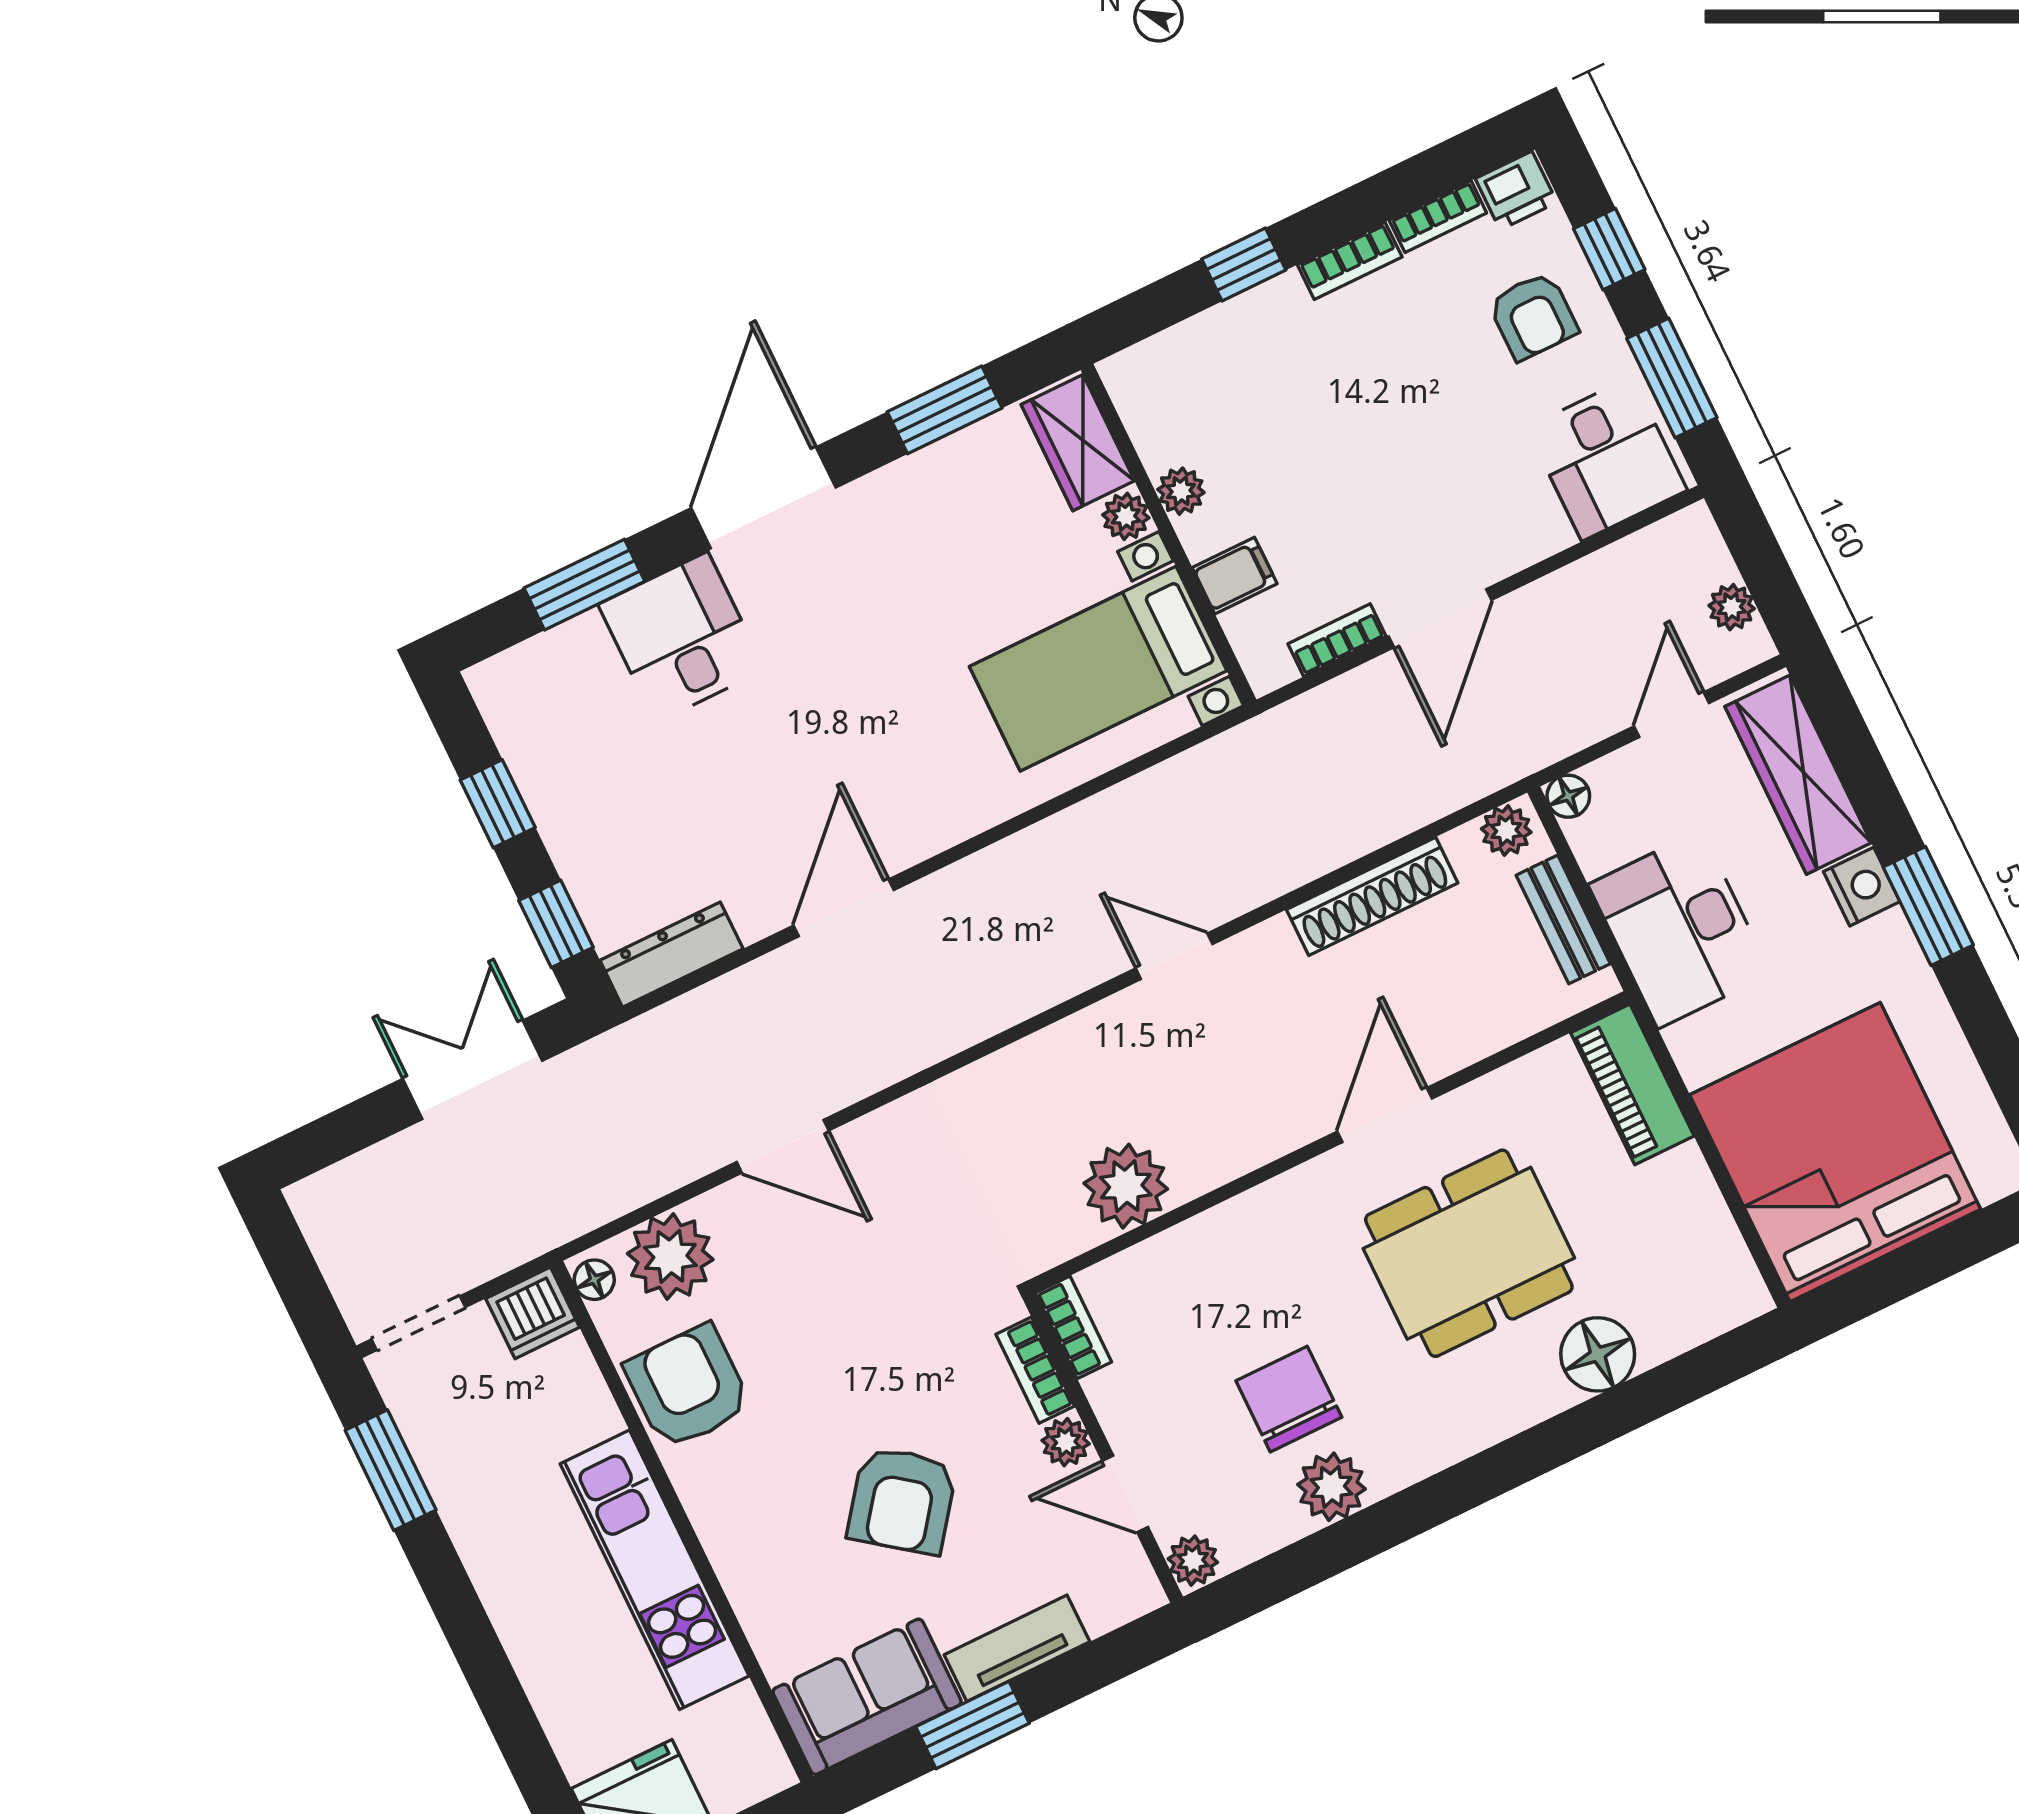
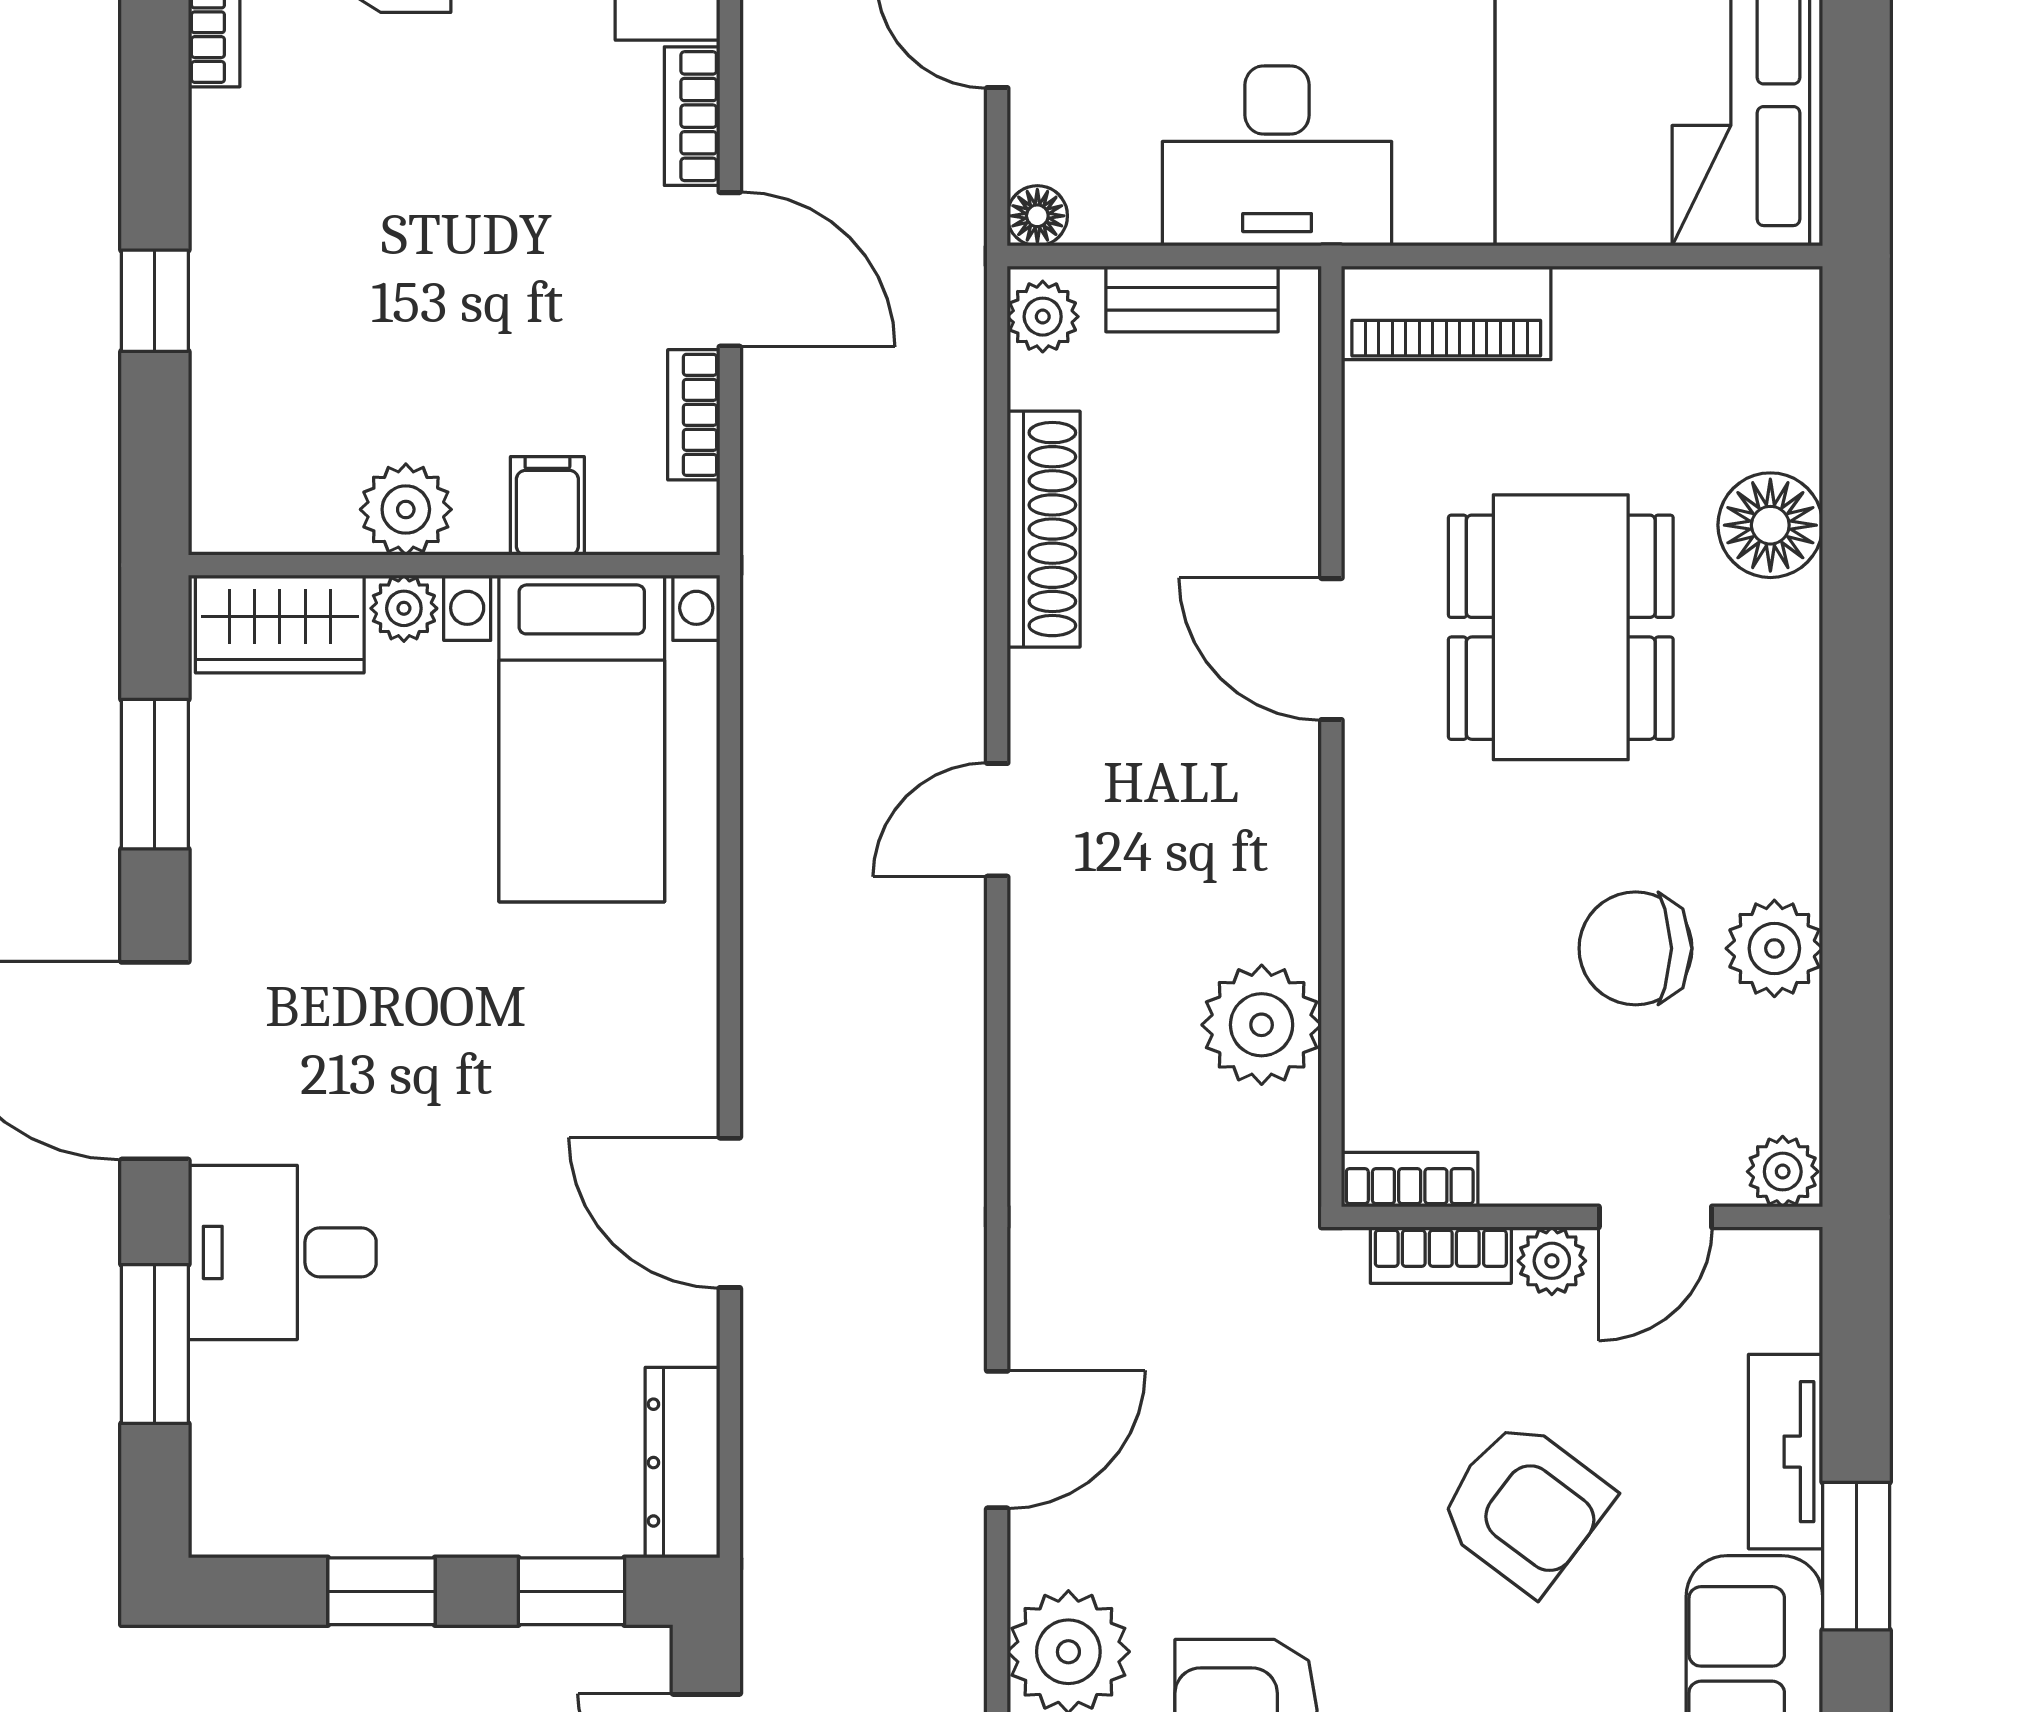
bookcase: (1350, 261) -> (692, 116), moved, turned 180
plant: (1181, 491) -> (406, 509), width x1.38, depth x1.38

